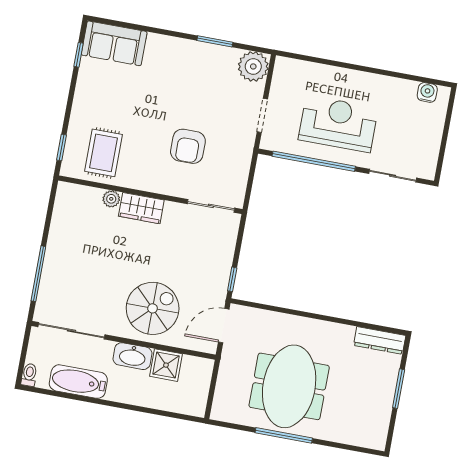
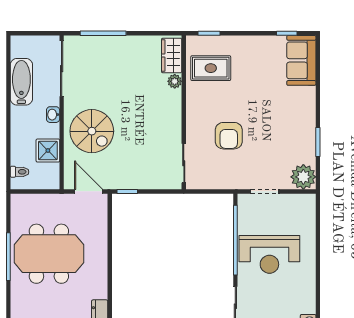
reception desk: (338, 124) -> (269, 254), turned 90
armchair: (188, 146) -> (229, 136), turned -90
wardrobe: (141, 208) -> (172, 55), moved
washbasin: (132, 356) -> (53, 115), width x0.52, depth x0.69
toilet: (29, 375) -> (20, 172), moved

